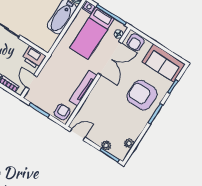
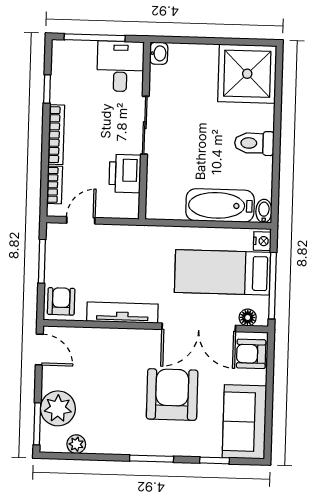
printer: (34, 57) -> (125, 174), moved
armchair: (142, 95) -> (172, 395), moved
armchair: (62, 112) -> (61, 301), turned -90
plant: (106, 145) -> (58, 408), width x1.87, depth x1.87

